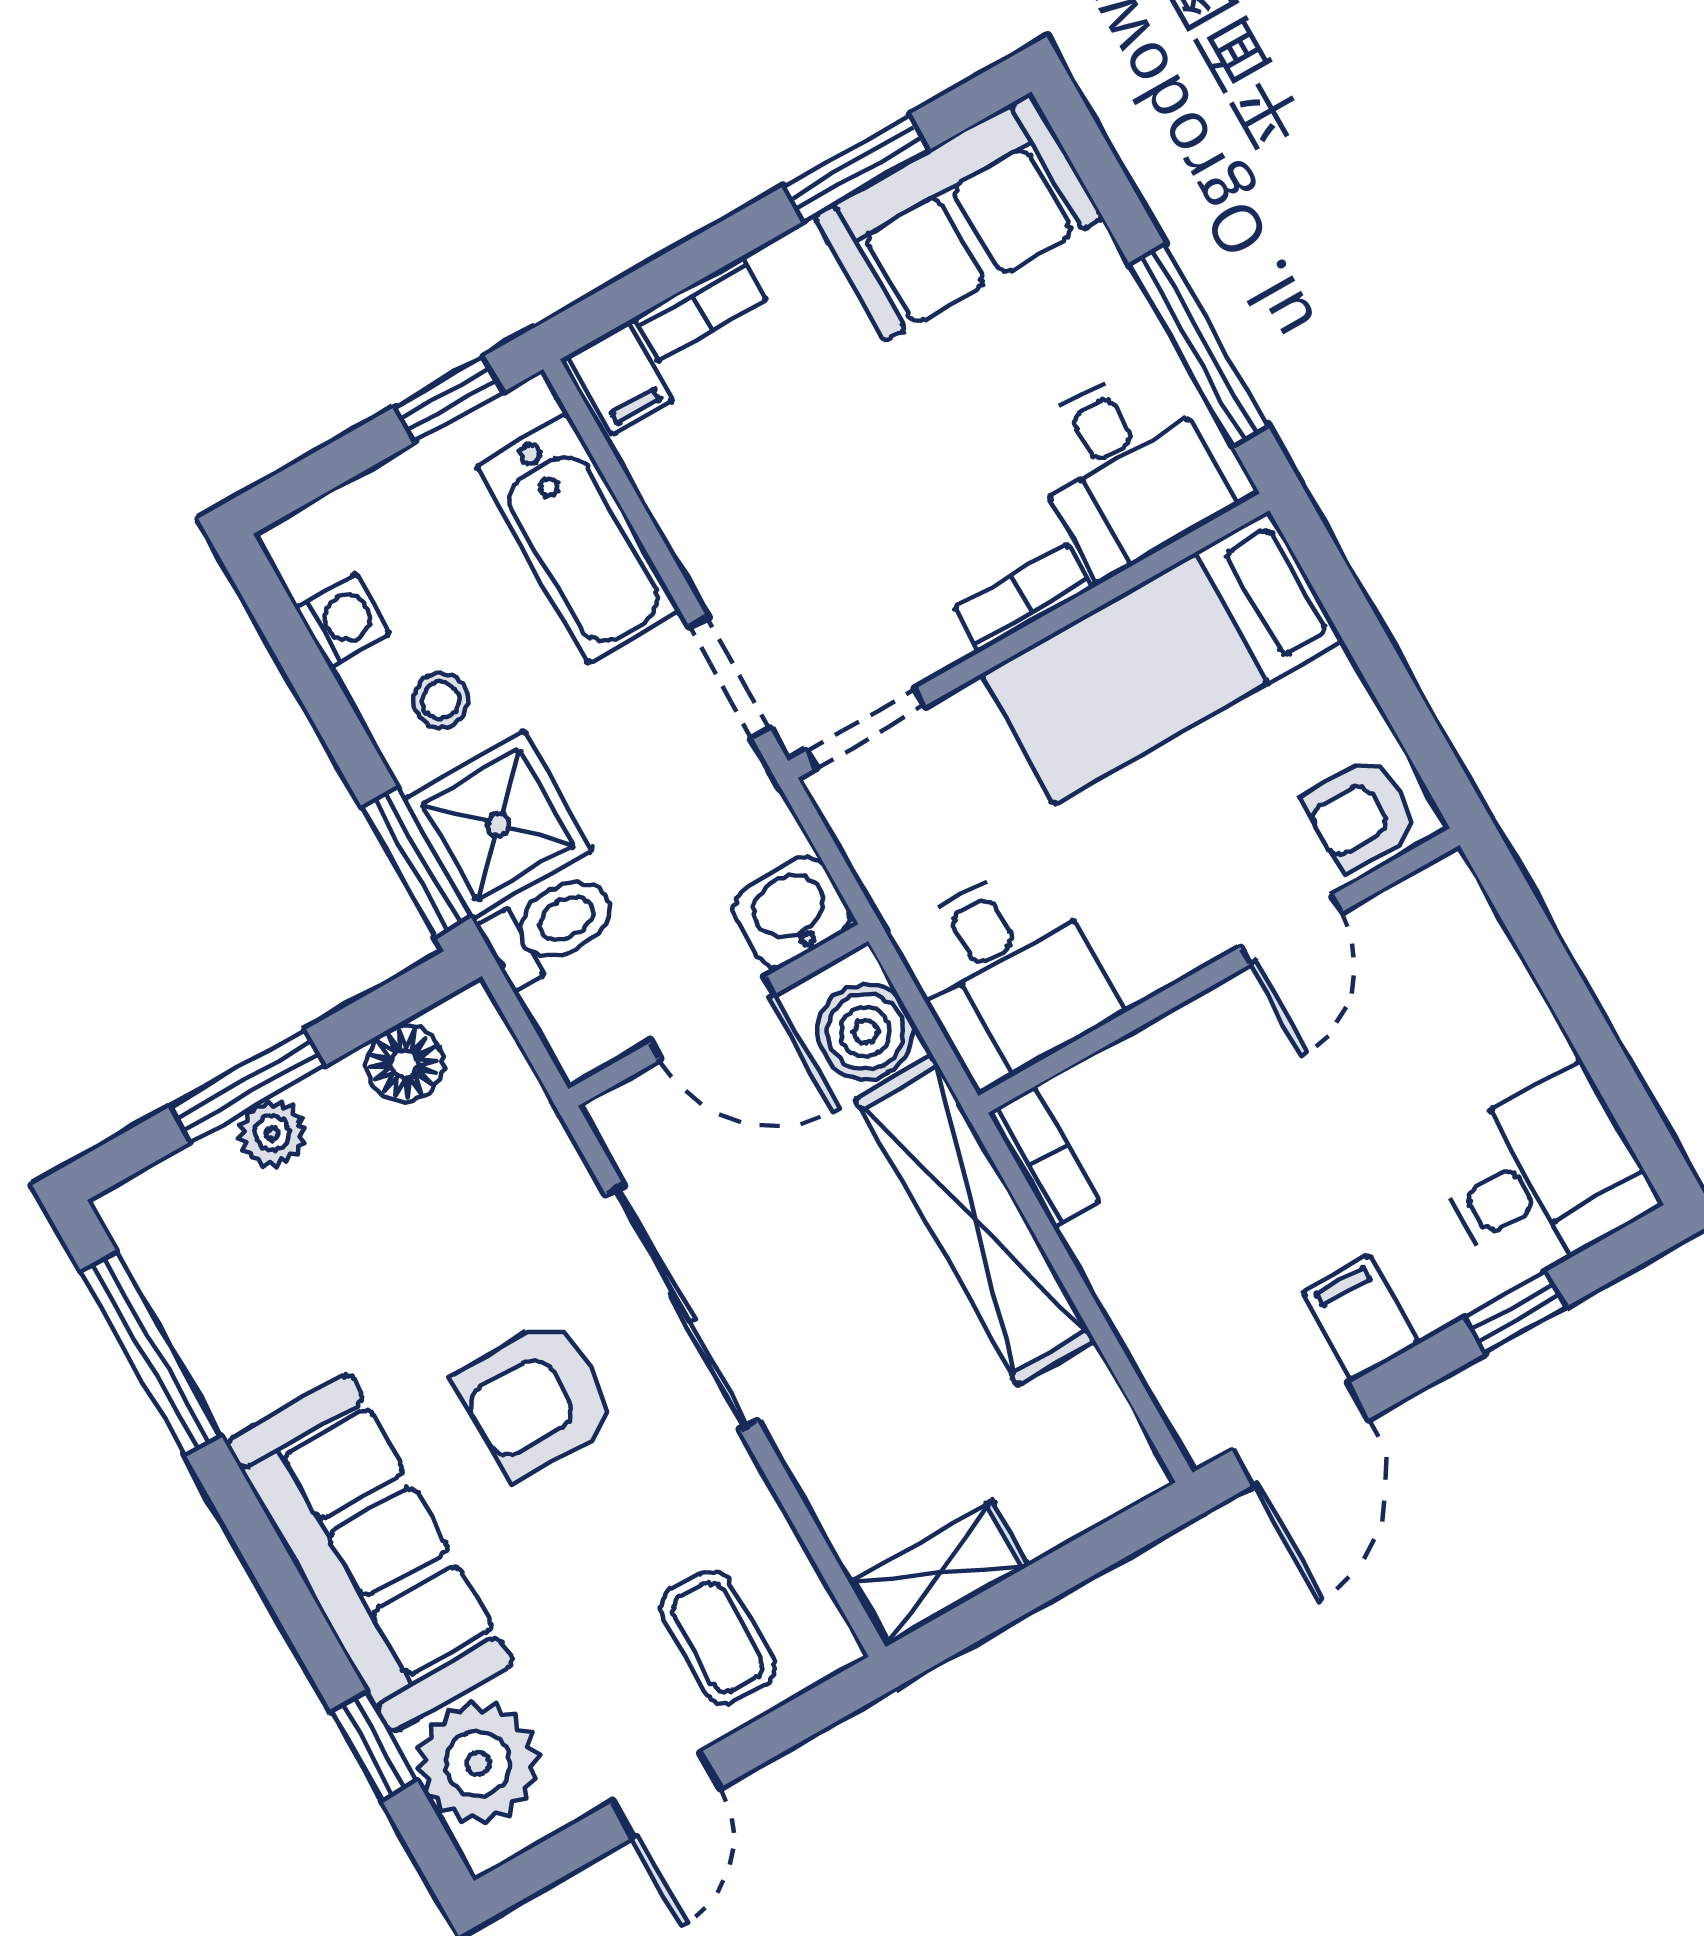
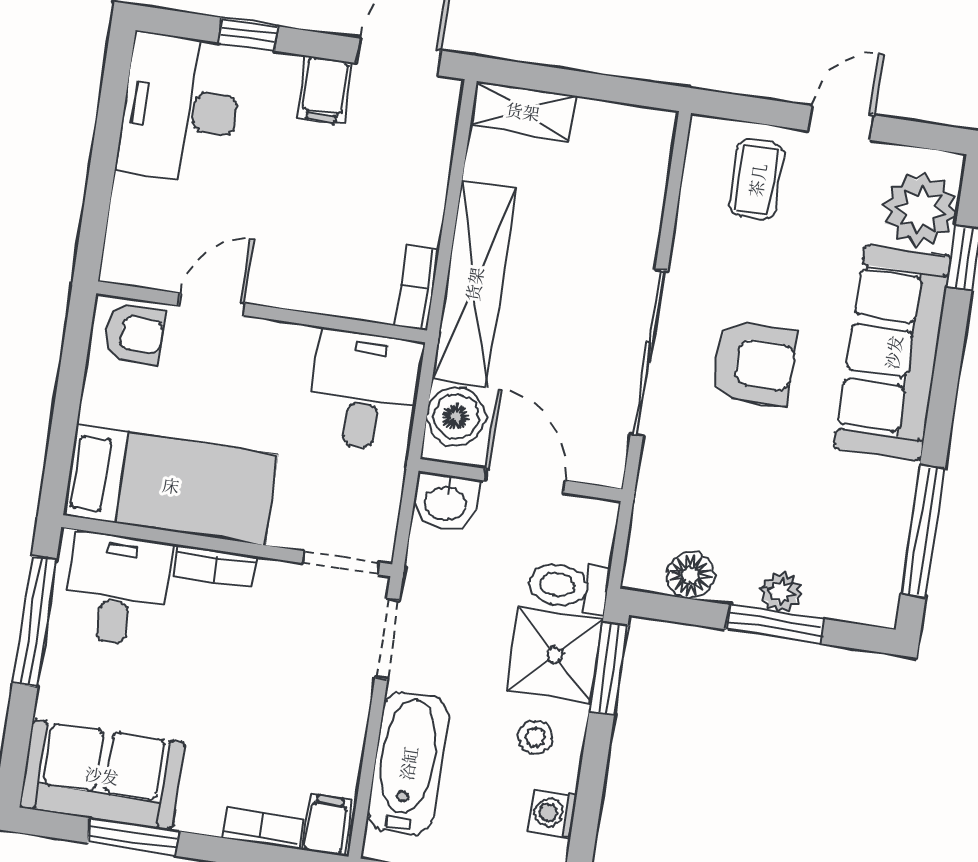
desk: (1543, 1176) -> (180, 109), width x1.37
shelving: (939, 1574) -> (523, 111), moved

